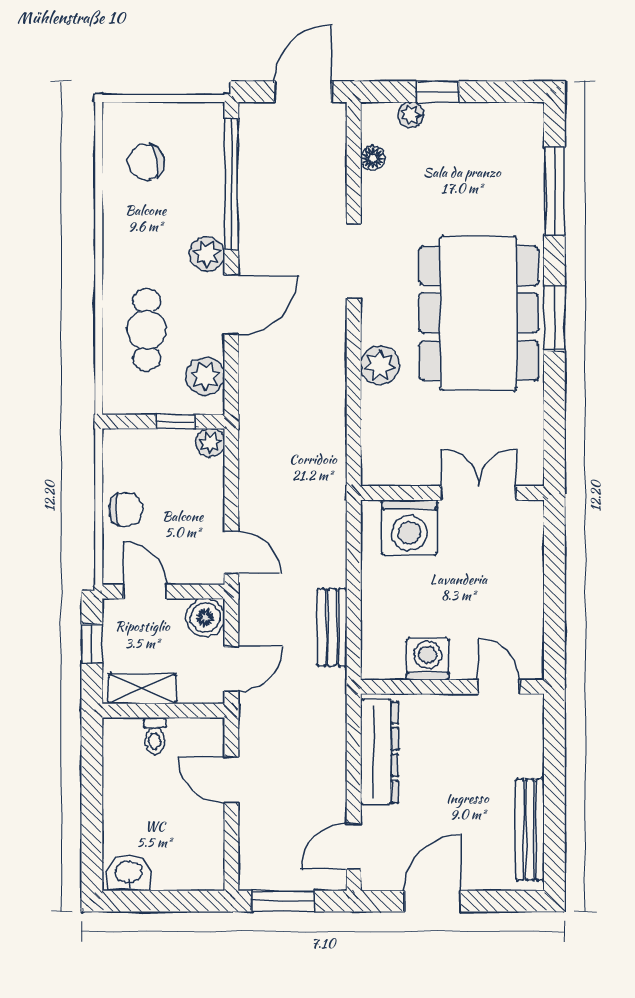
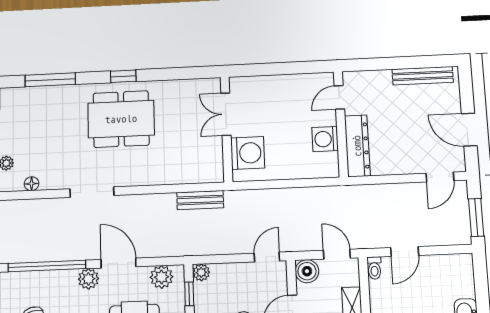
dining table: (479, 313) -> (121, 119), width x0.73, depth x0.80
window: (554, 318) -> (123, 76), width x0.67
plant: (380, 365) -> (153, 174), removed
bench: (332, 627) -> (200, 200), moved
toilet: (155, 736) -> (374, 268), moved, turned 90
dresser: (379, 752) -> (357, 146), moved, turned 90
door: (354, 847) -> (440, 177), hinge flipped

